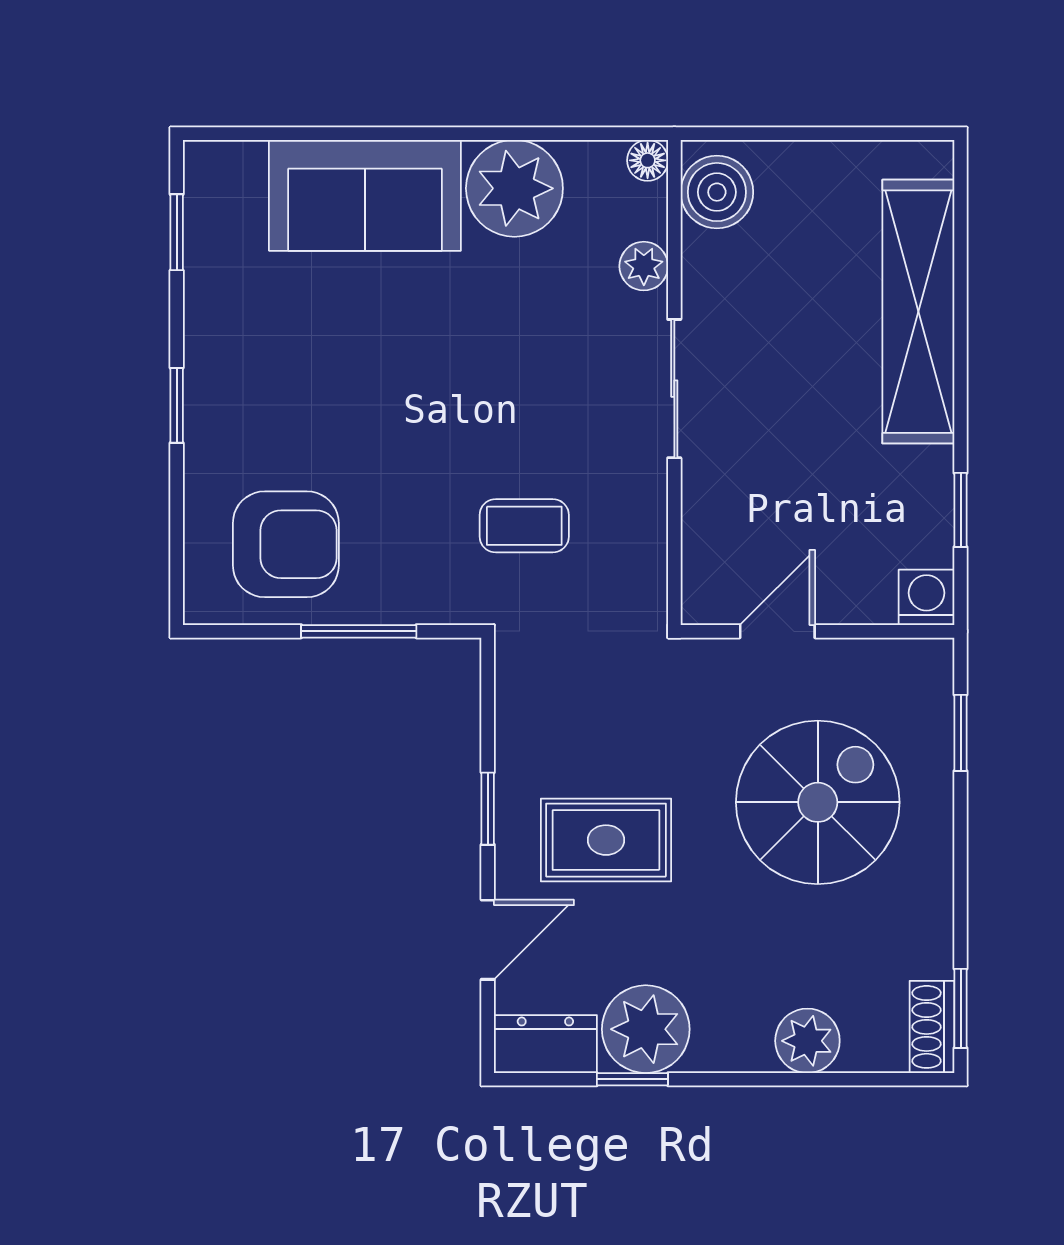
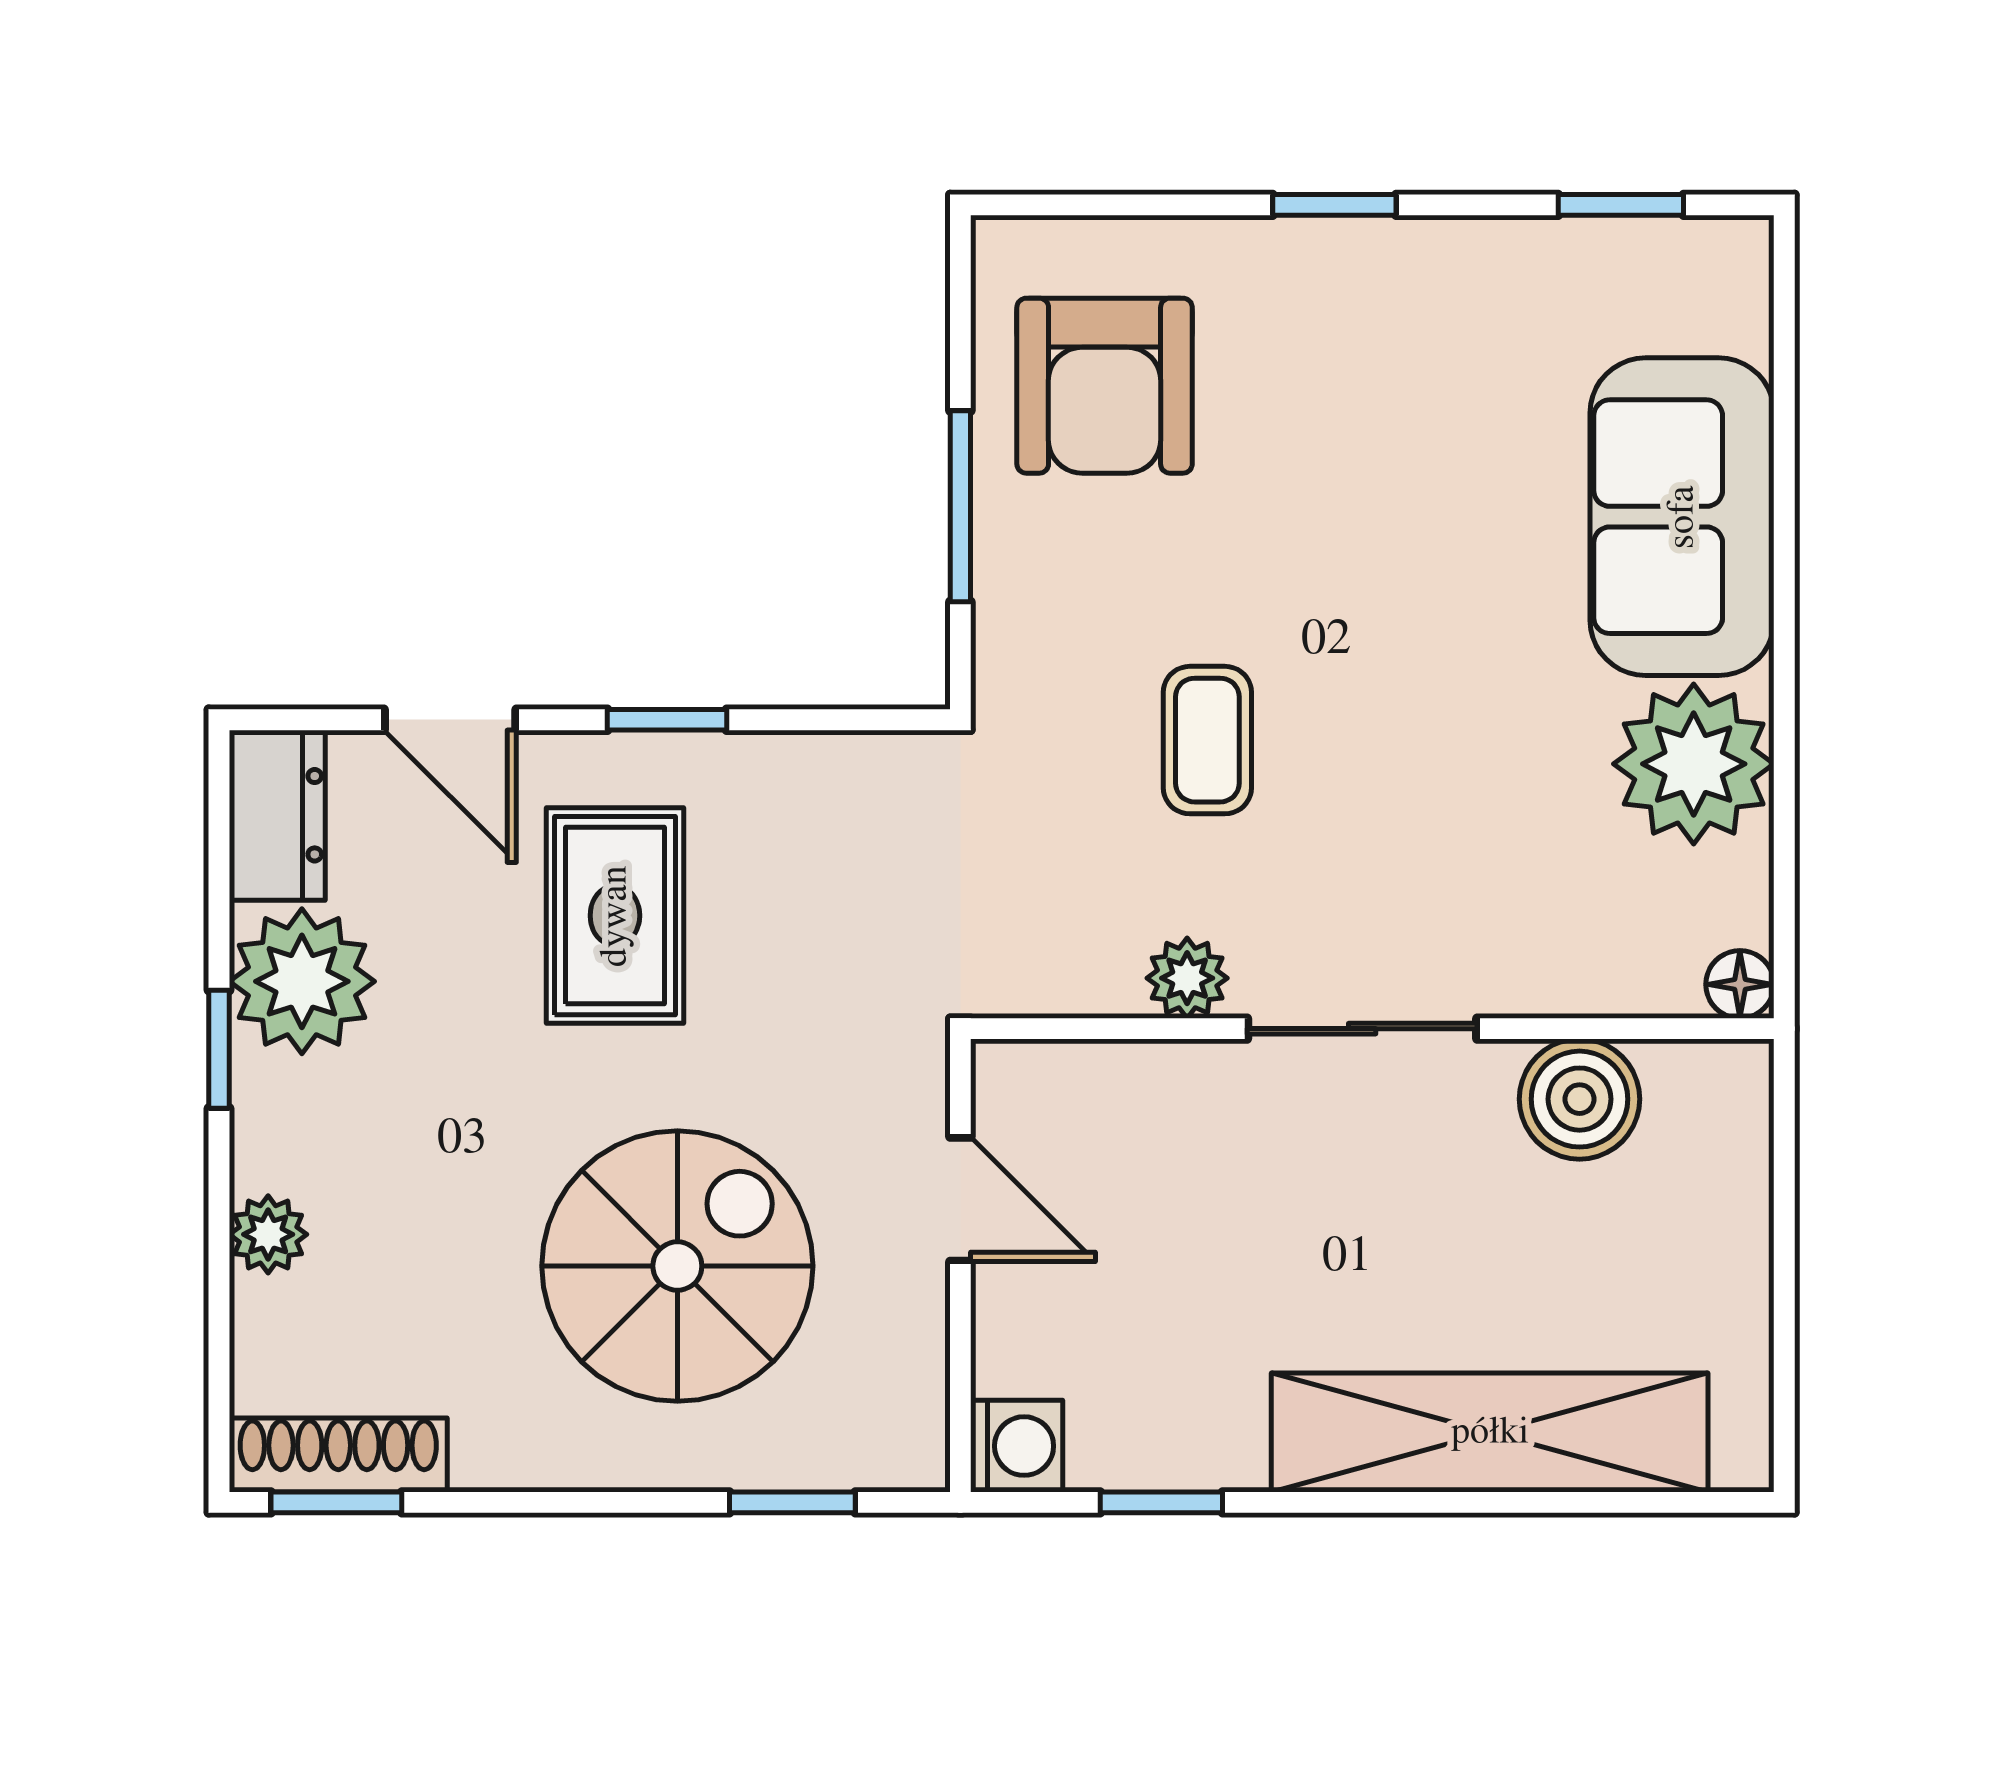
boiler: (717, 192) -> (1580, 1099), moved
plant: (644, 266) -> (1187, 978), moved
coffee table: (524, 526) -> (1207, 740), moved
spiral stairs: (818, 802) -> (677, 1266), turned -90
shoe rack: (932, 1027) -> (338, 1455), width x1.43
plant: (807, 1041) -> (268, 1234), width x0.73, depth x0.73
window: (632, 1079) -> (219, 1049), moved

